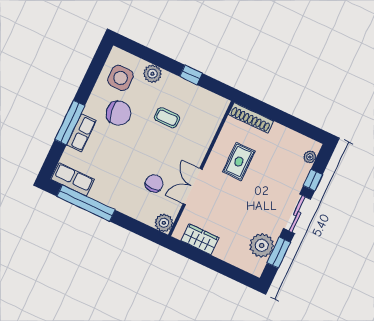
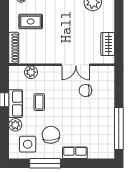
window: (70, 123) -> (45, 163), moved
rug: (239, 161) -> (31, 22), moved
row of seats: (73, 179) -> (16, 104), moved, turned 180
plant: (164, 223) -> (31, 72), moved

